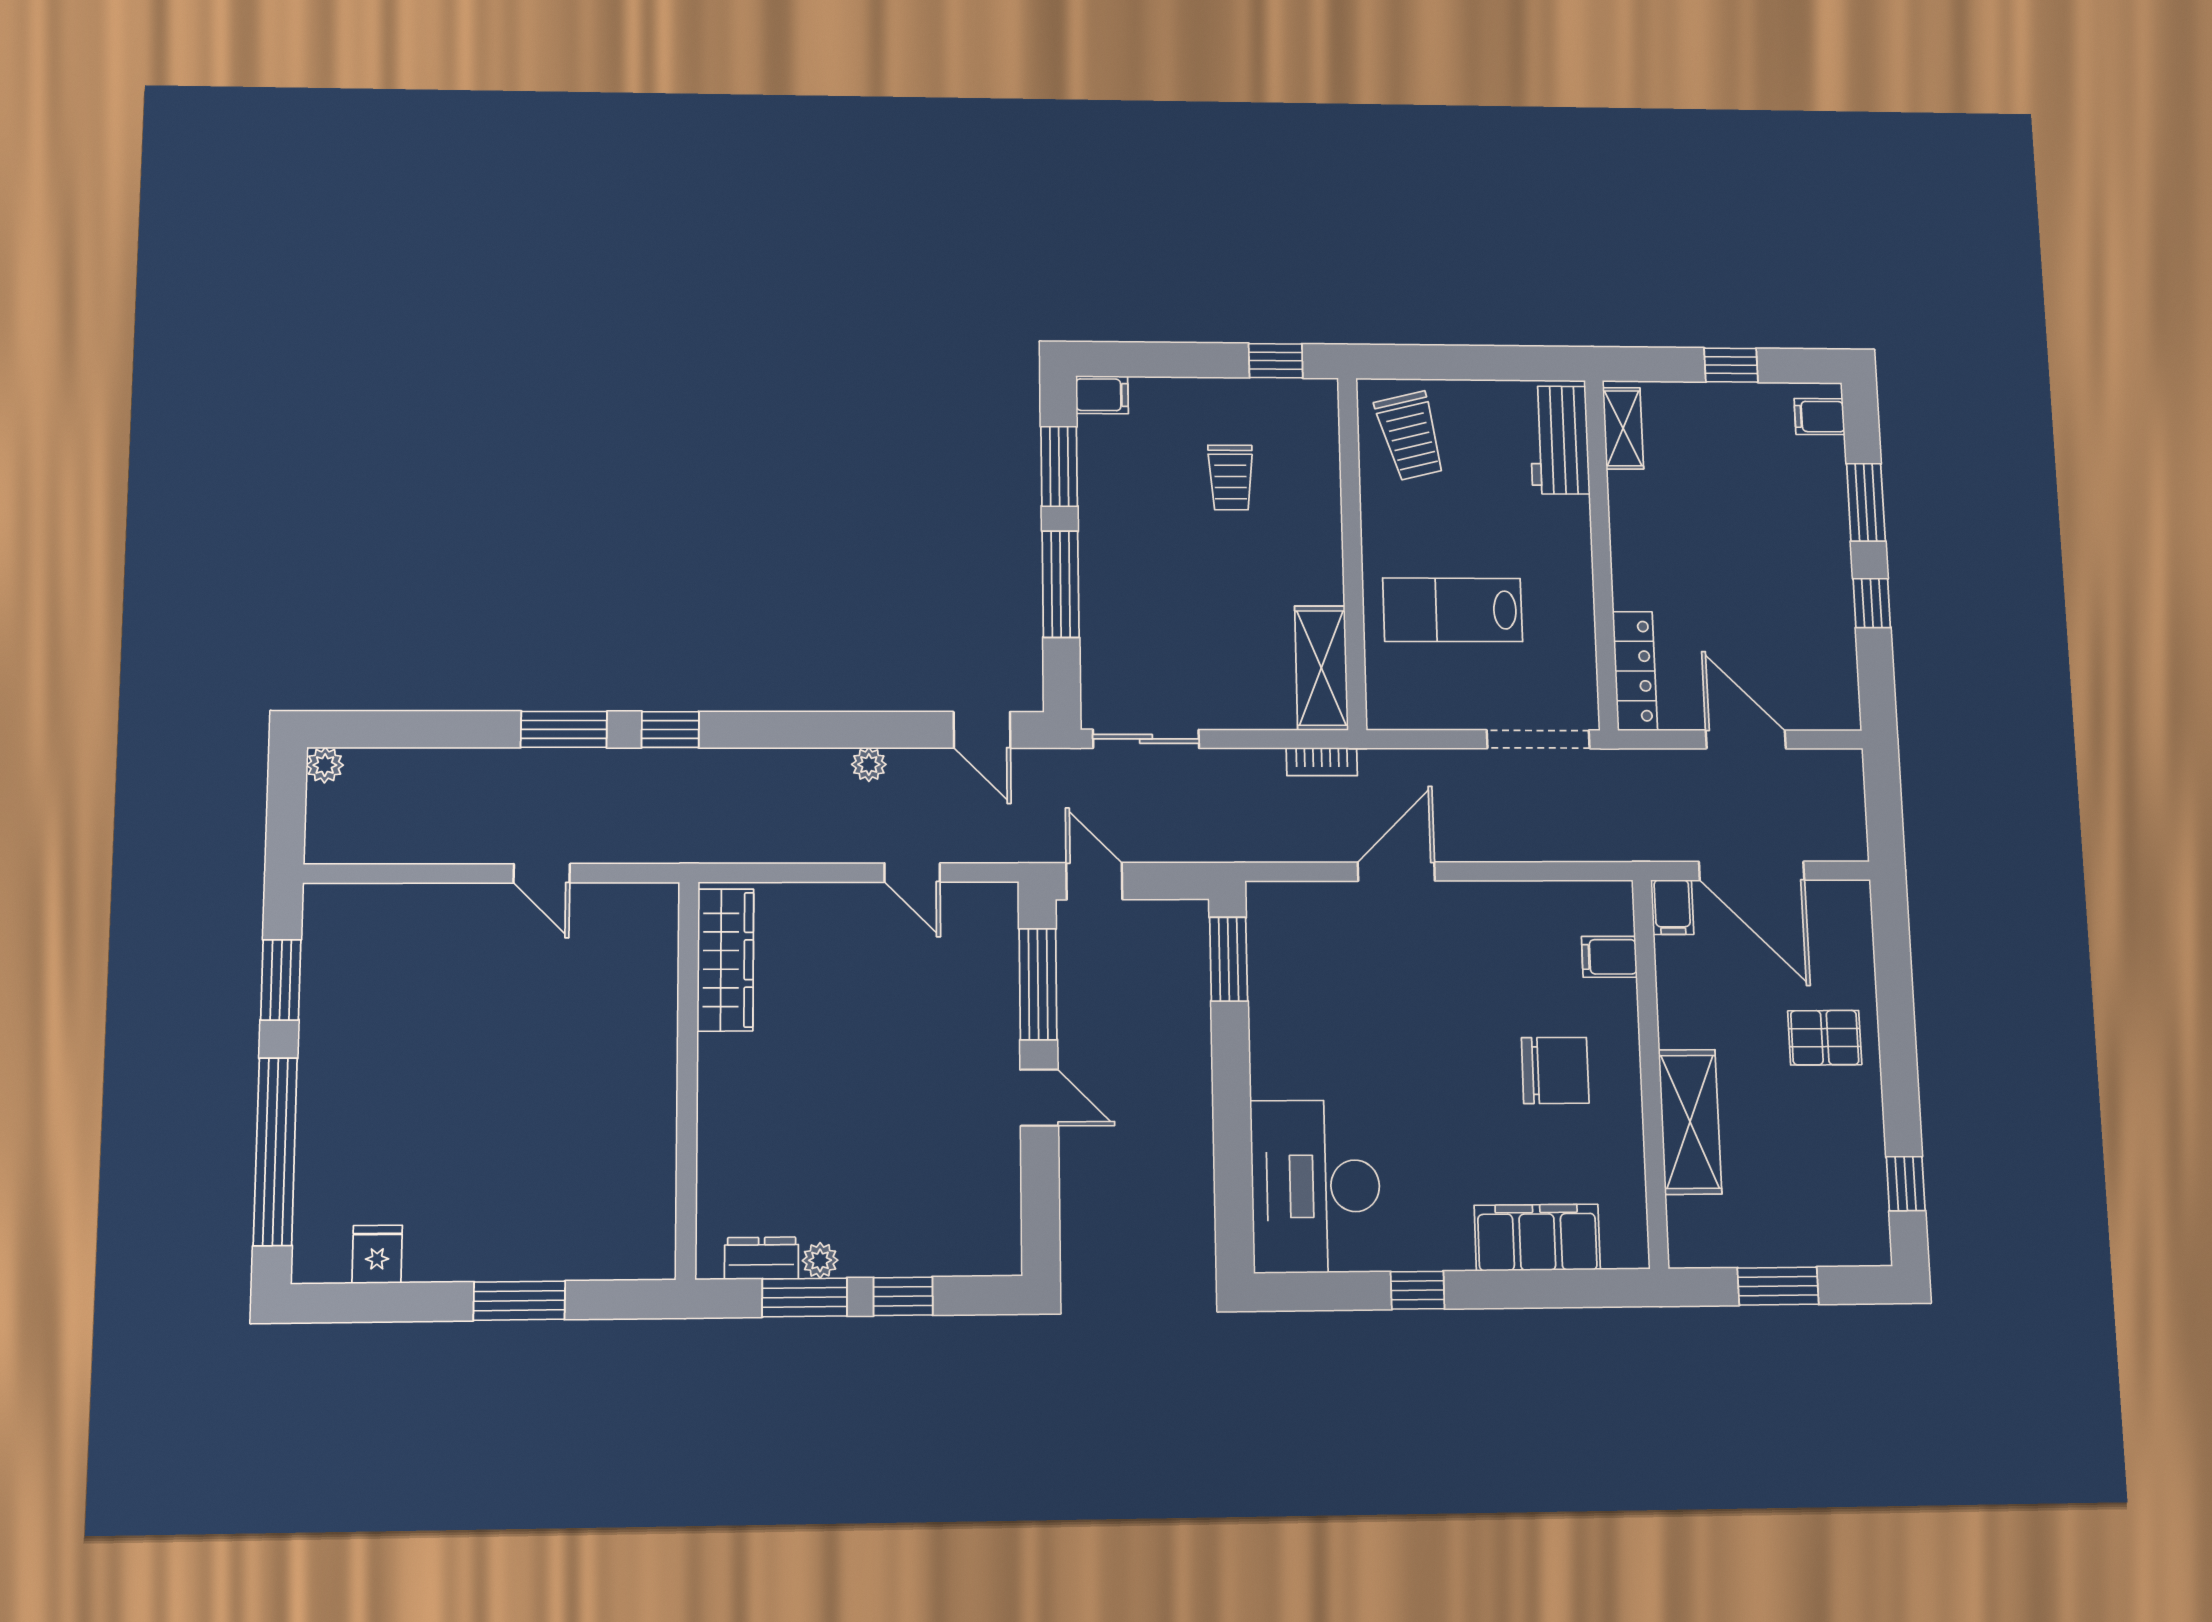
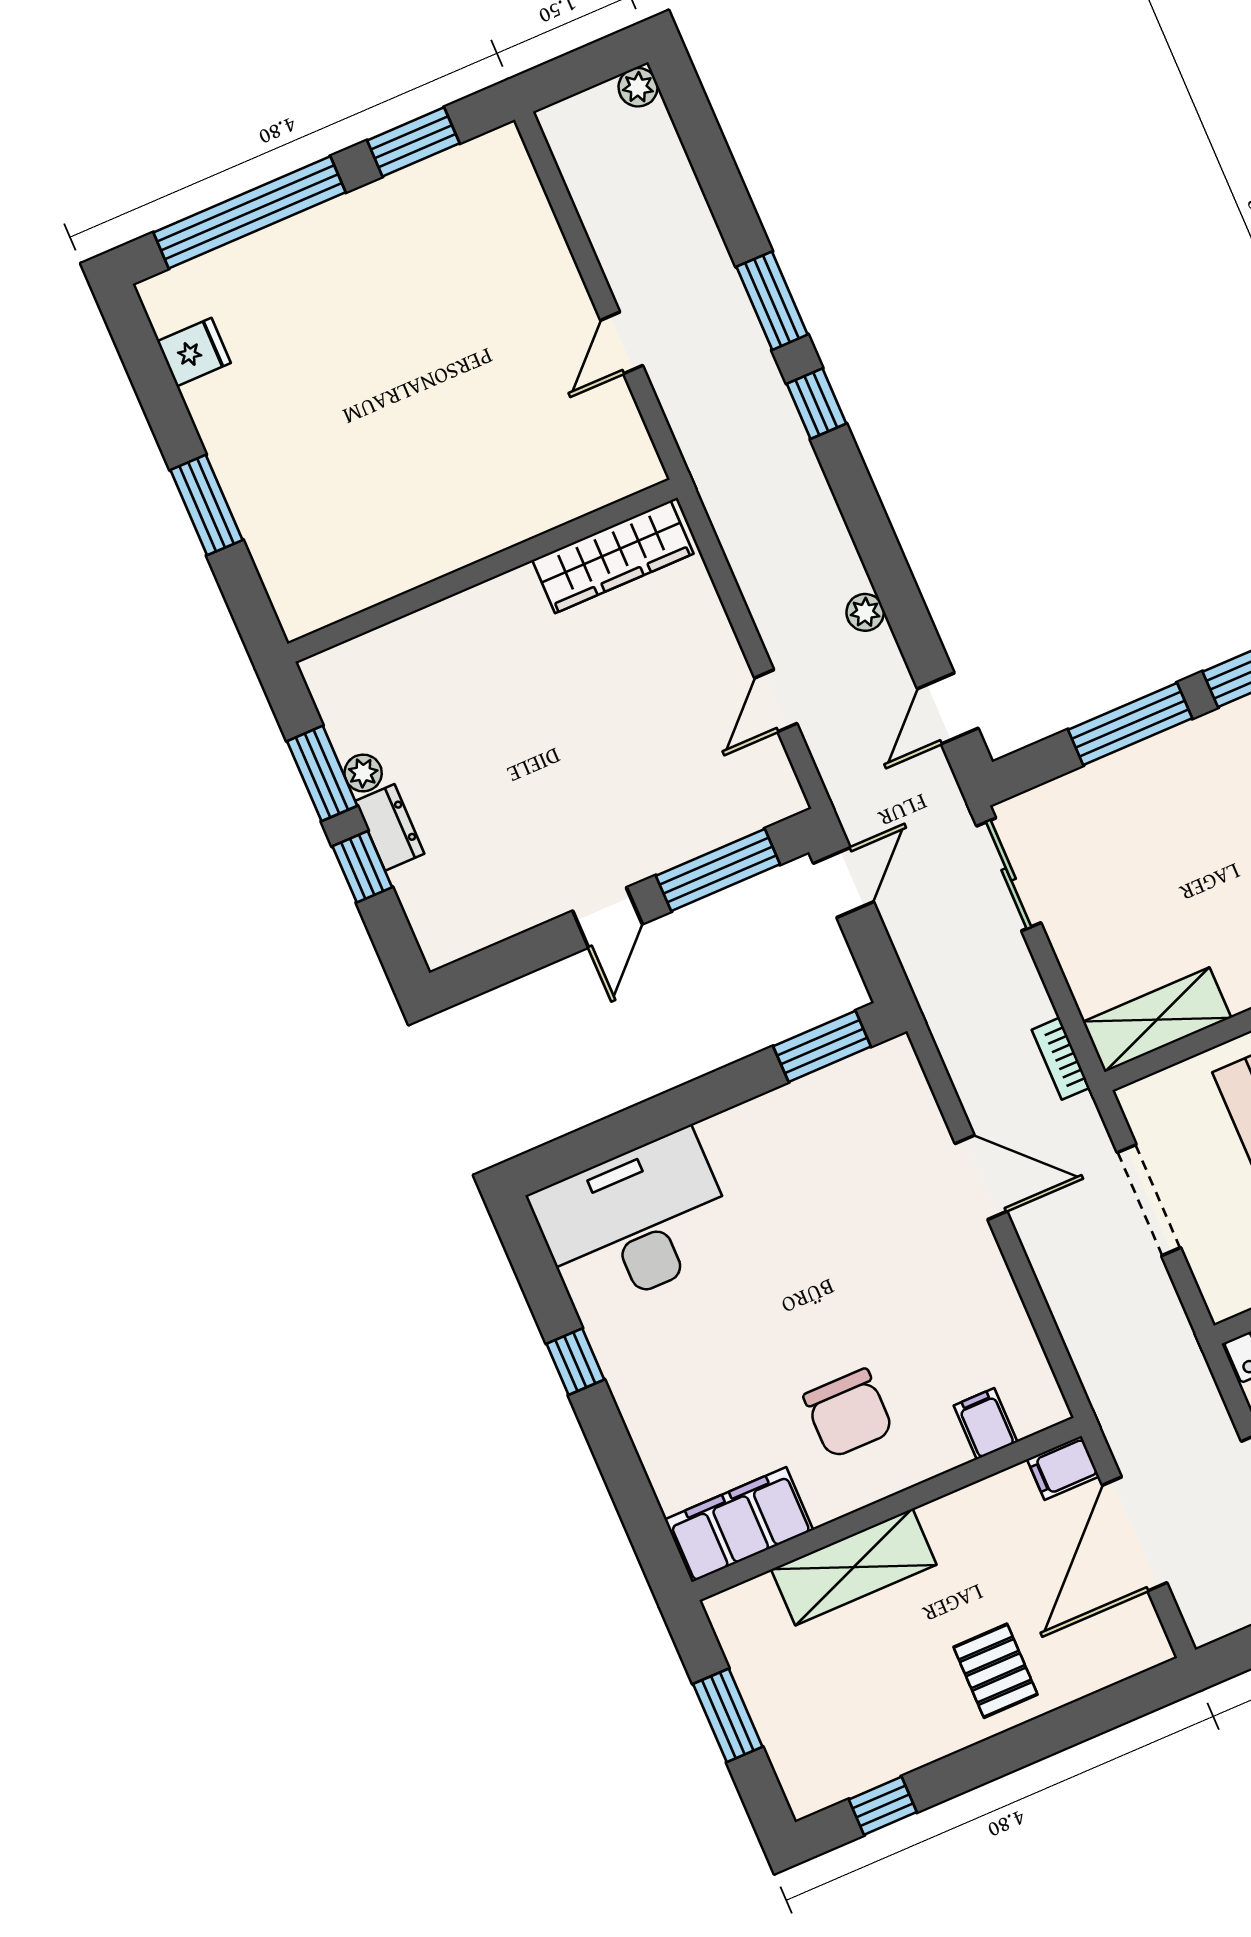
doorway: (1538, 739) -> (1149, 1200), moved
filing cabinet: (1537, 1237) -> (739, 1525), moved, turned -90
dresser: (761, 1258) -> (390, 827), moved

